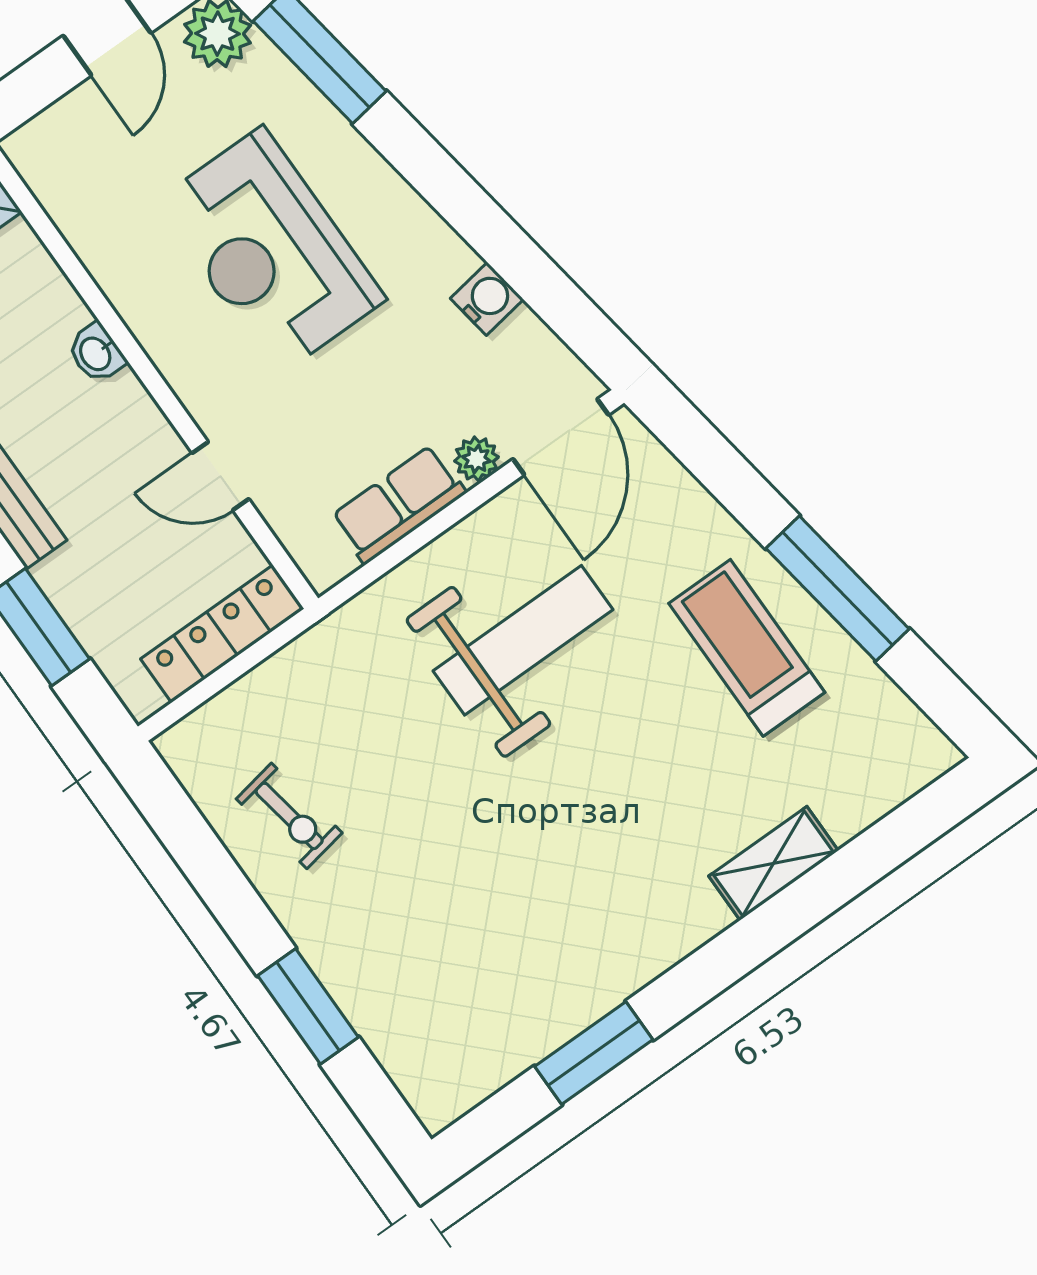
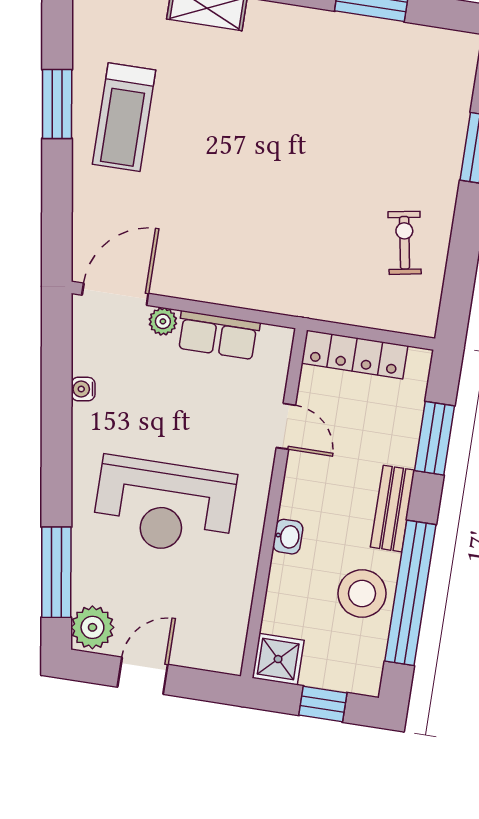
reception desk: (270, 251) -> (164, 506), turned 90
water cooler: (487, 299) -> (83, 389), width x0.72, depth x0.72
window: (838, 589) -> (57, 104), width x0.69
weight bench: (523, 640) -> (222, 219), removed

